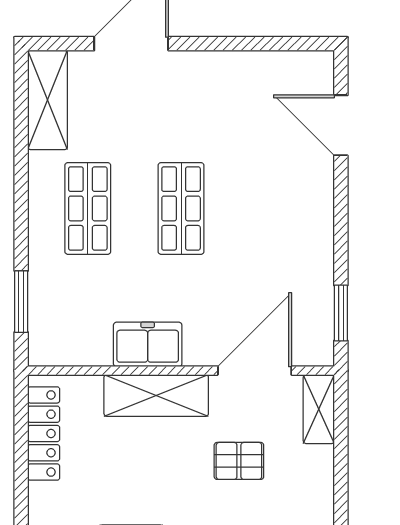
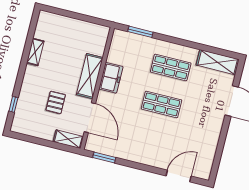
locker: (44, 433) -> (86, 28), removed

